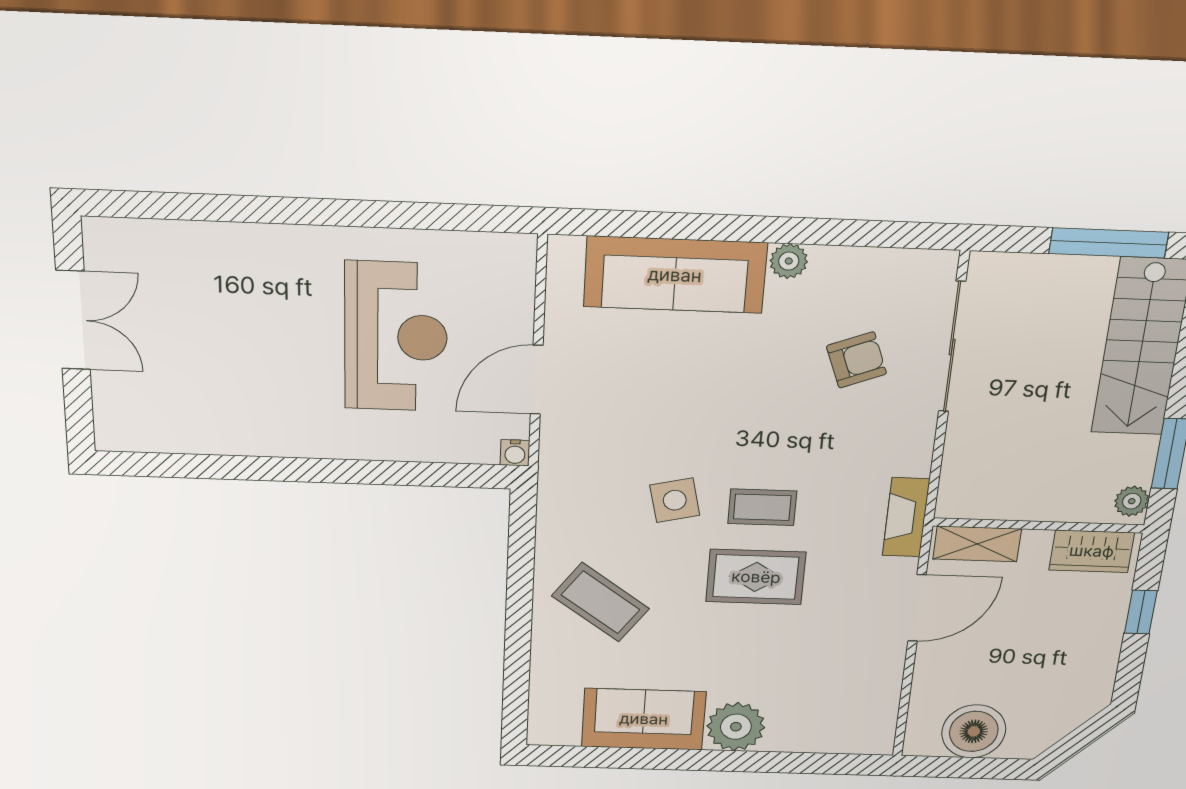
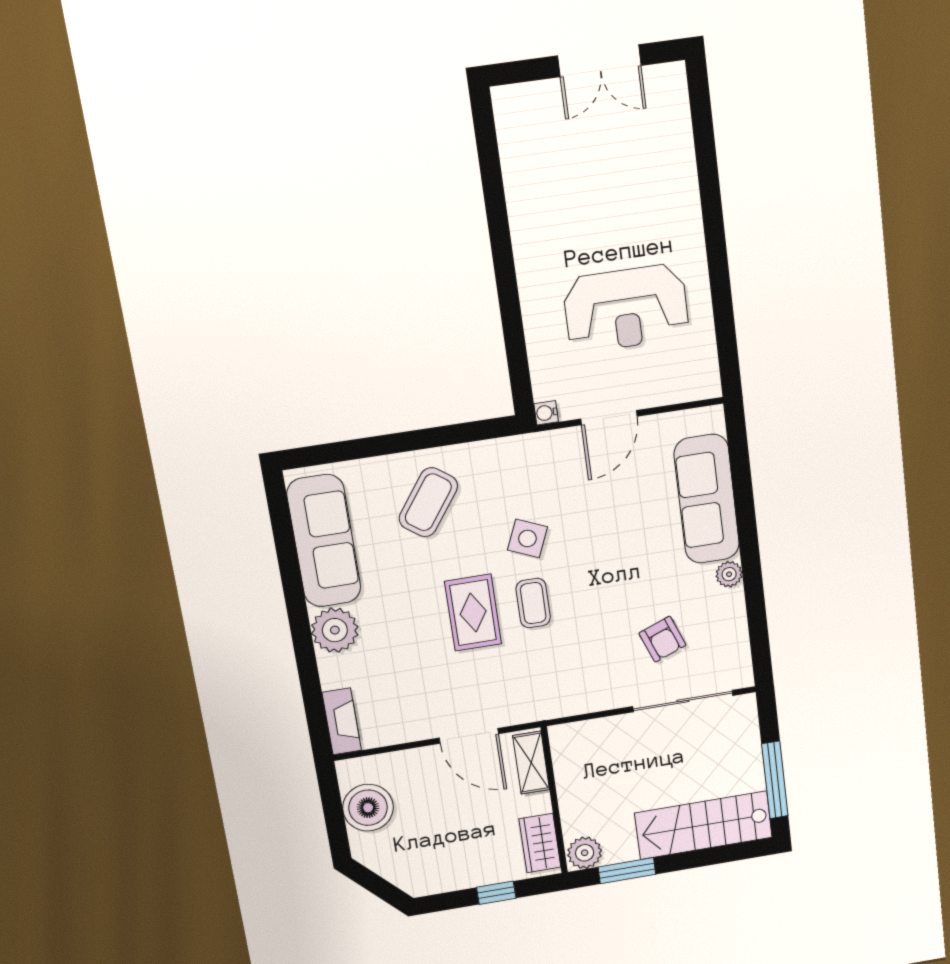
door: (537, 380) -> (609, 418), swing flipped
side table: (675, 500) -> (527, 538), turned 36
plant: (1132, 501) -> (585, 853), width x1.38, depth x1.38
fireplace: (906, 517) -> (342, 721), moved, turned 90
sofa: (644, 719) -> (324, 541), width x1.36

